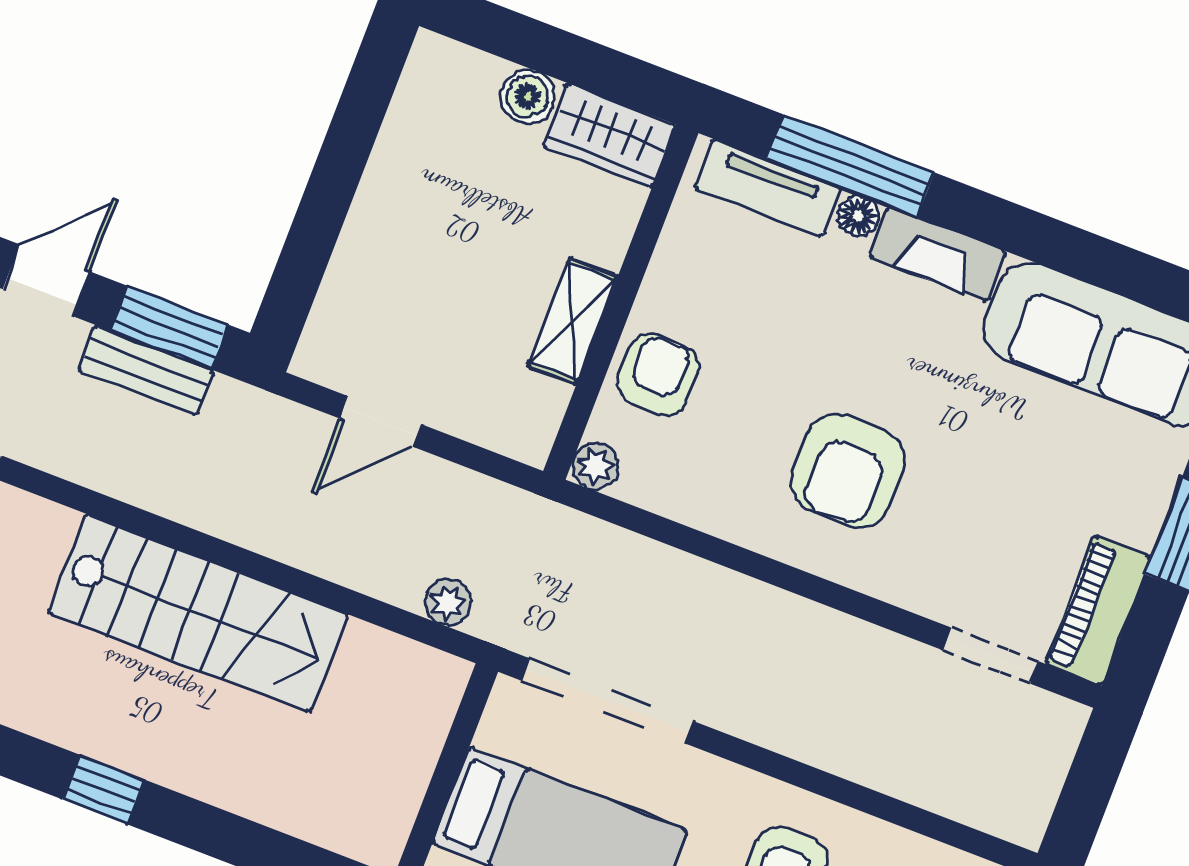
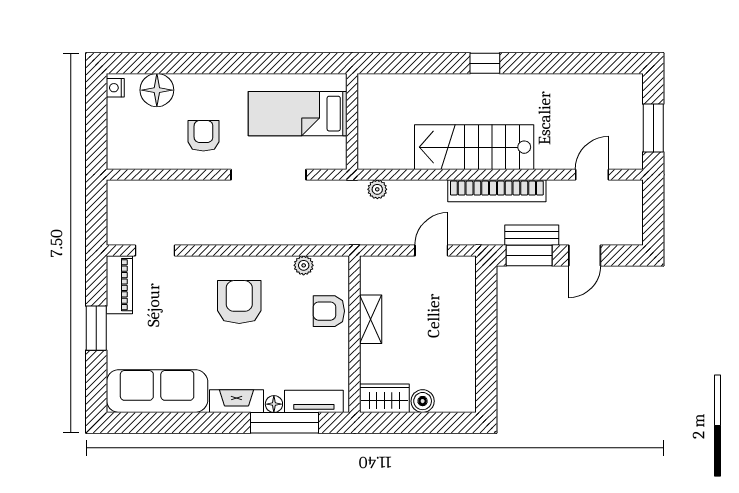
armchair: (658, 375) -> (329, 311), turned 90
plant: (595, 466) -> (304, 265), moved
bookcase: (185, 498) -> (497, 191), added
doorway: (607, 701) -> (268, 175), moved

